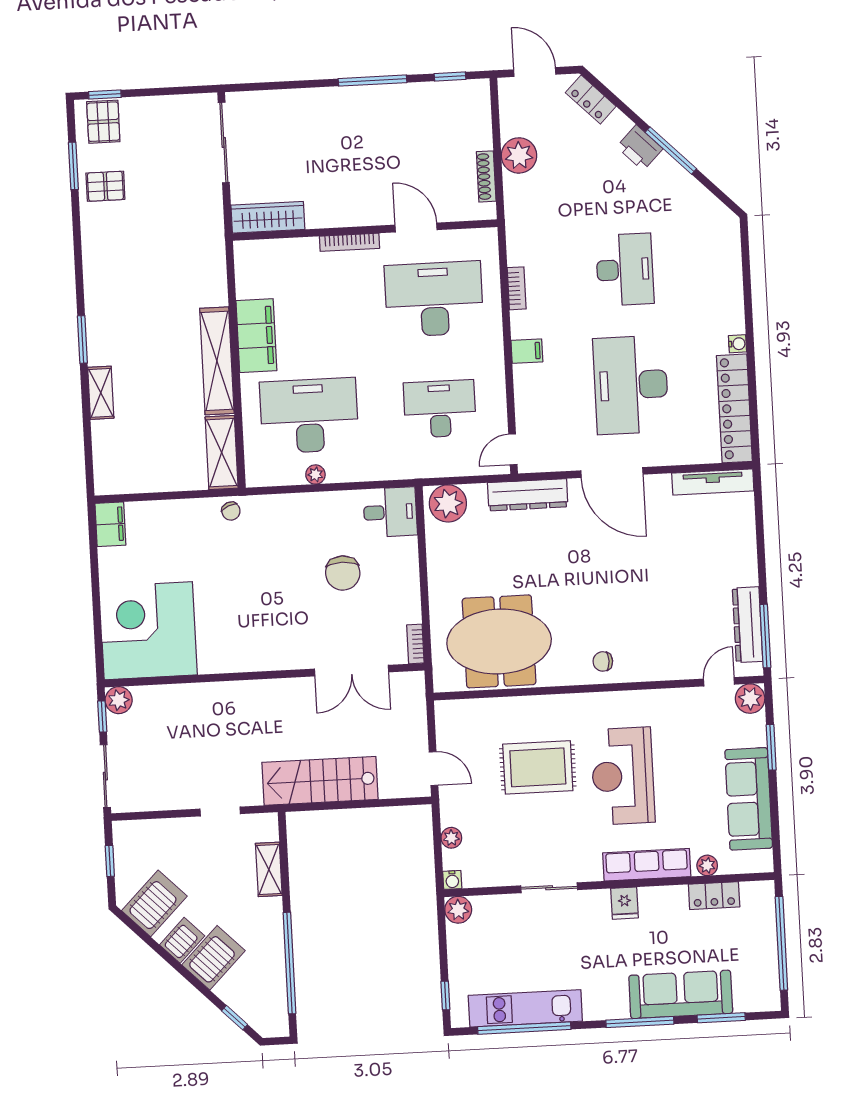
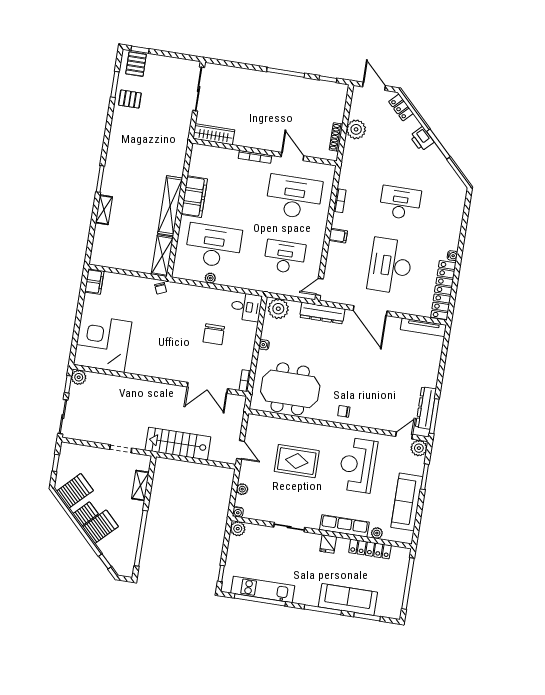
desk: (625, 270) -> (400, 203), turned -90
water cooler: (436, 573) -> (264, 345), added
reception desk: (623, 776) -> (358, 465), moved
locker: (714, 896) -> (370, 549), width x1.53

